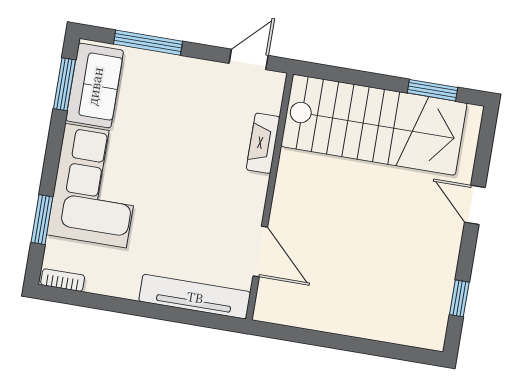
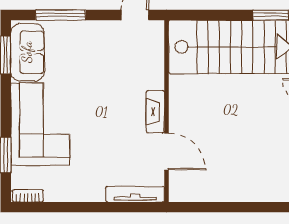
fireplace: (263, 143) -> (155, 112), moved
tv unit: (195, 297) -> (135, 194), width x0.73, depth x0.78

